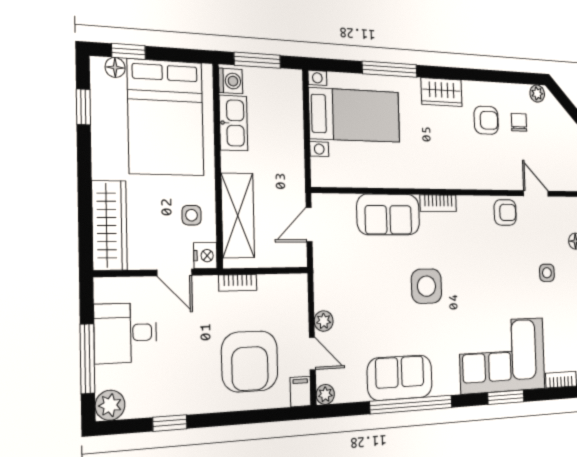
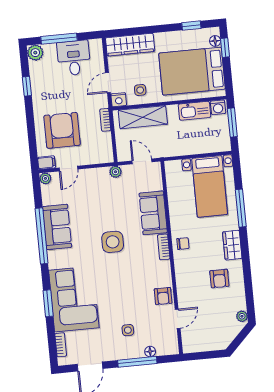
chair: (519, 122) -> (183, 244), moved
plant: (324, 321) -> (115, 172), moved
armchair: (250, 361) -> (62, 130), turned 90

